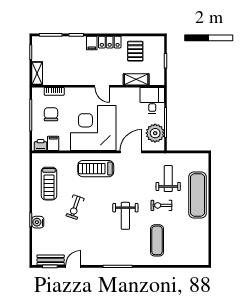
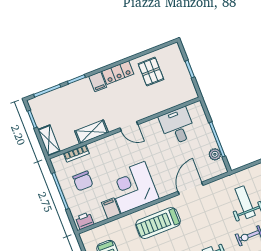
shelving: (136, 79) -> (92, 132), moved
desk: (152, 100) -> (177, 126), moved
chair: (51, 114) -> (83, 181), turned 180
corner desk: (93, 128) -> (133, 187), width x0.74, depth x0.74
plant: (155, 133) -> (215, 154), width x0.53, depth x0.53
filing cabinet: (53, 143) -> (111, 208), moved

